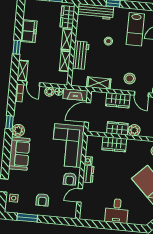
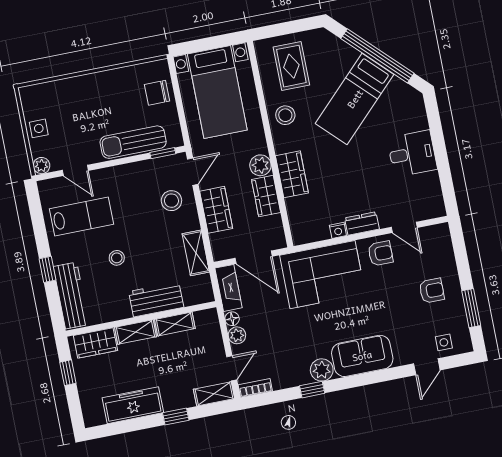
freezer: (29, 31) -> (133, 405), width x1.40
wardrobe: (114, 144) -> (292, 174), moved

